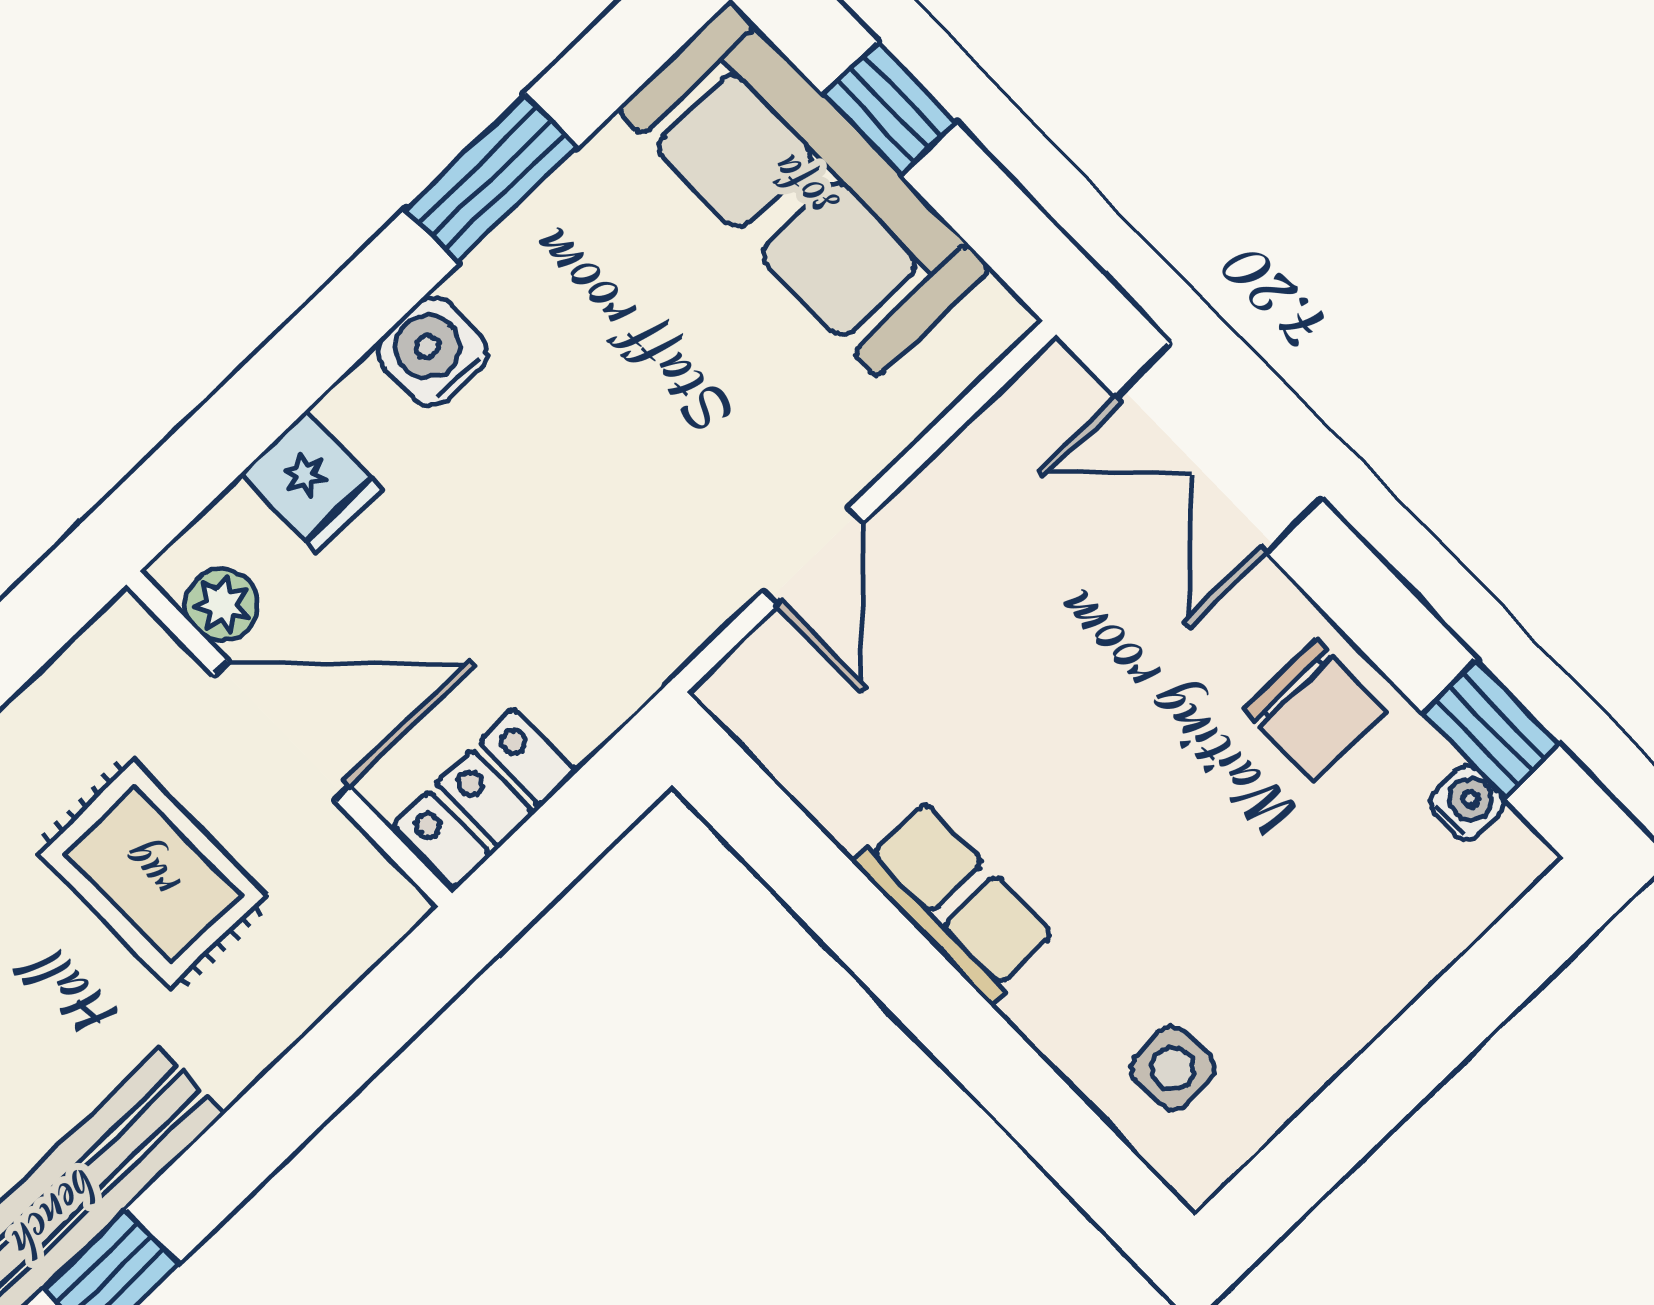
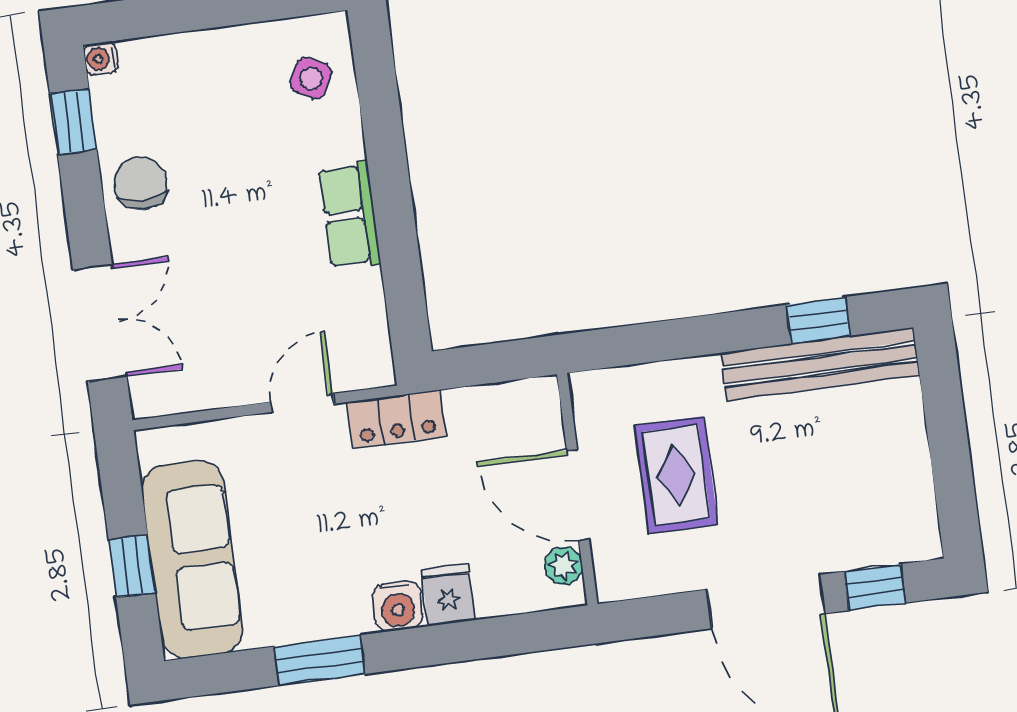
fridge: (311, 481) -> (448, 595), moved
locker: (485, 798) -> (396, 419), moved
water cooler: (1467, 803) -> (101, 59), moved
side table: (1173, 1069) -> (311, 78), turned 31

